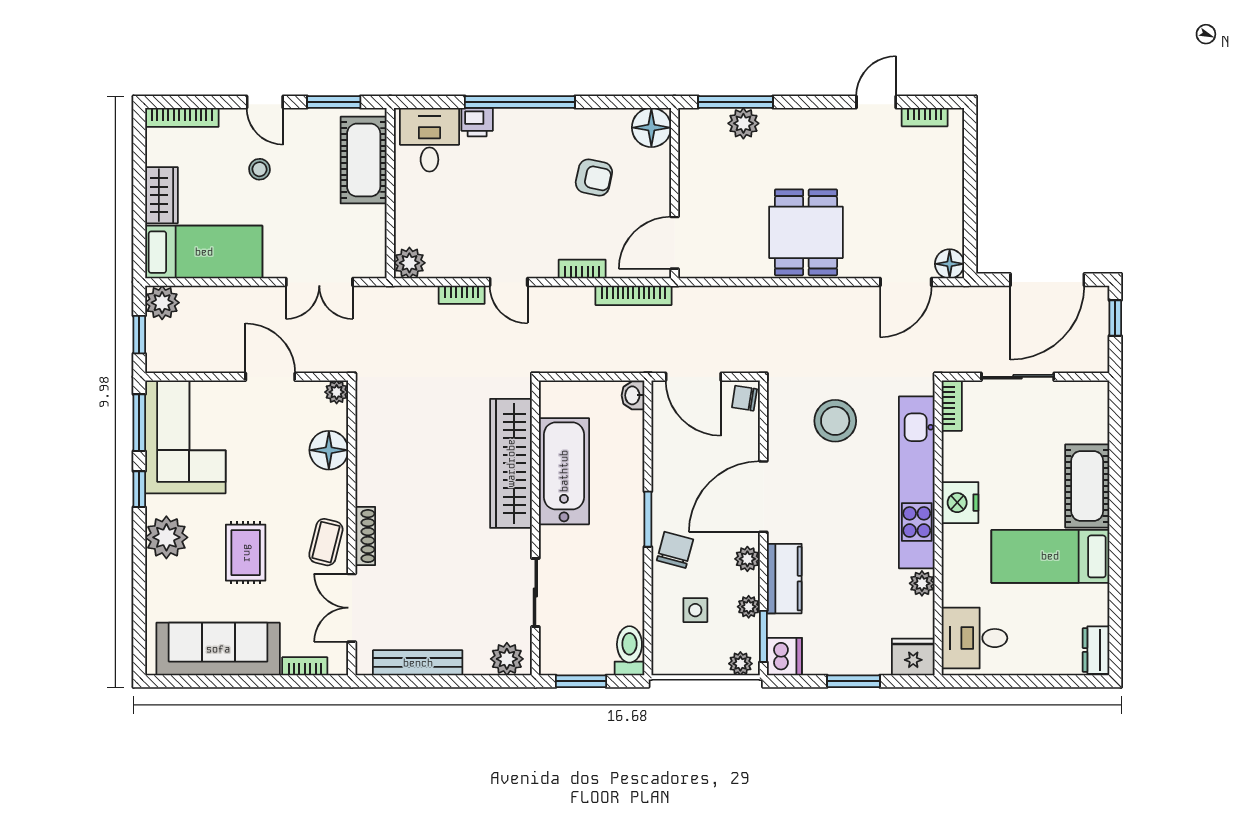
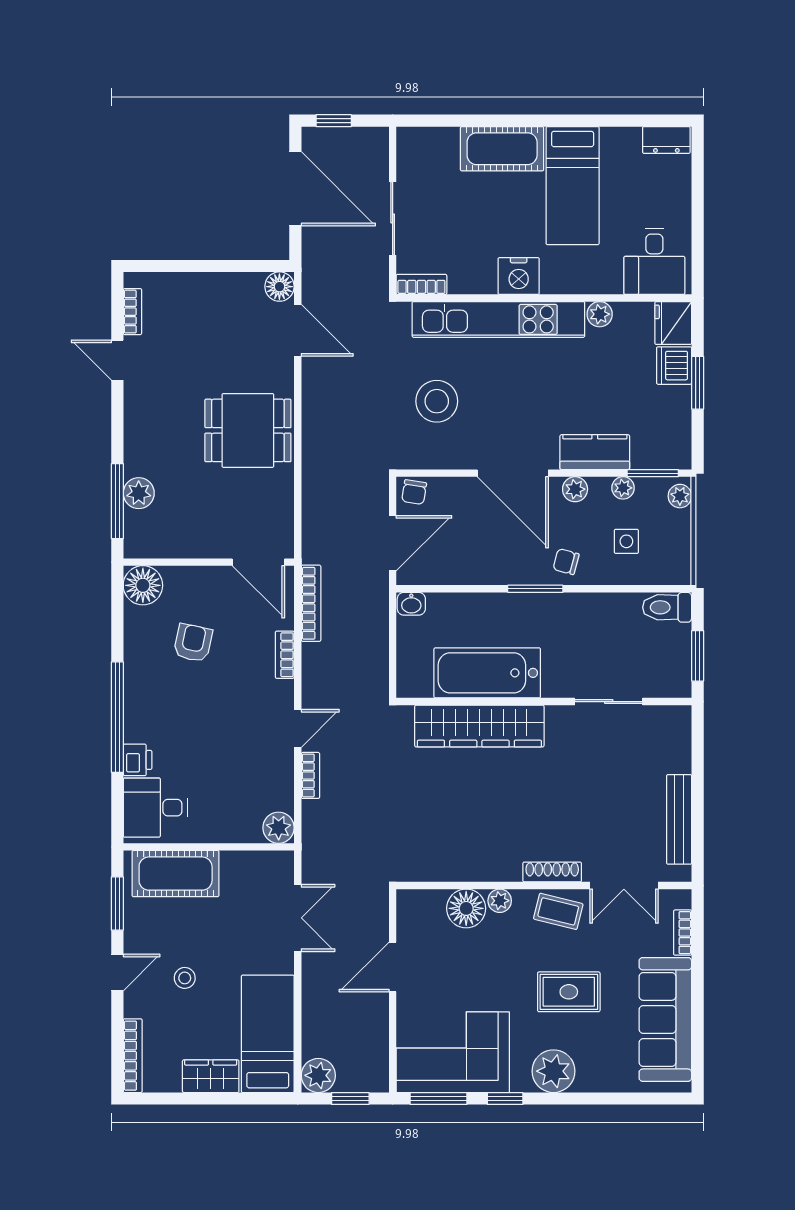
plant: (337, 392) -> (500, 901), moved
chair: (675, 550) -> (566, 562), width x0.73, depth x0.73
dishwasher: (784, 657) -> (674, 366), moved, turned -90
plant: (507, 659) -> (675, 730), removed

